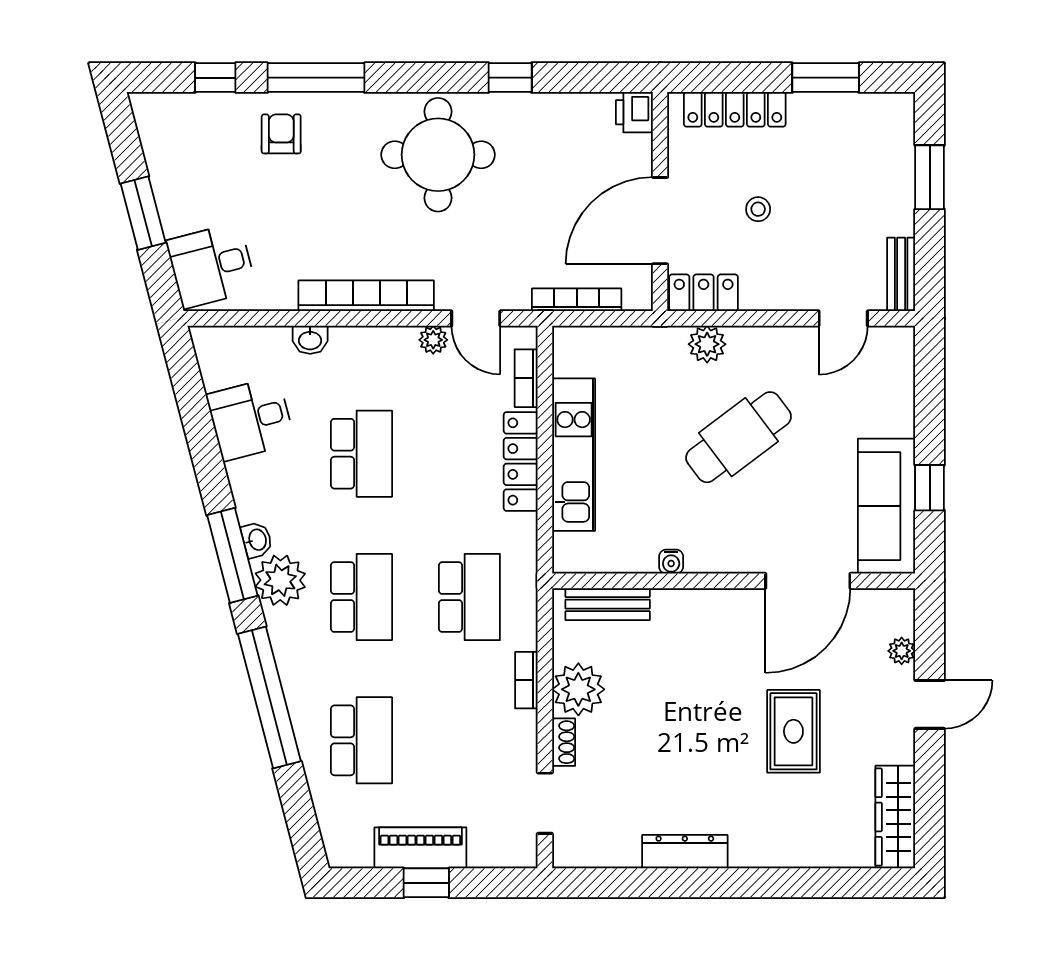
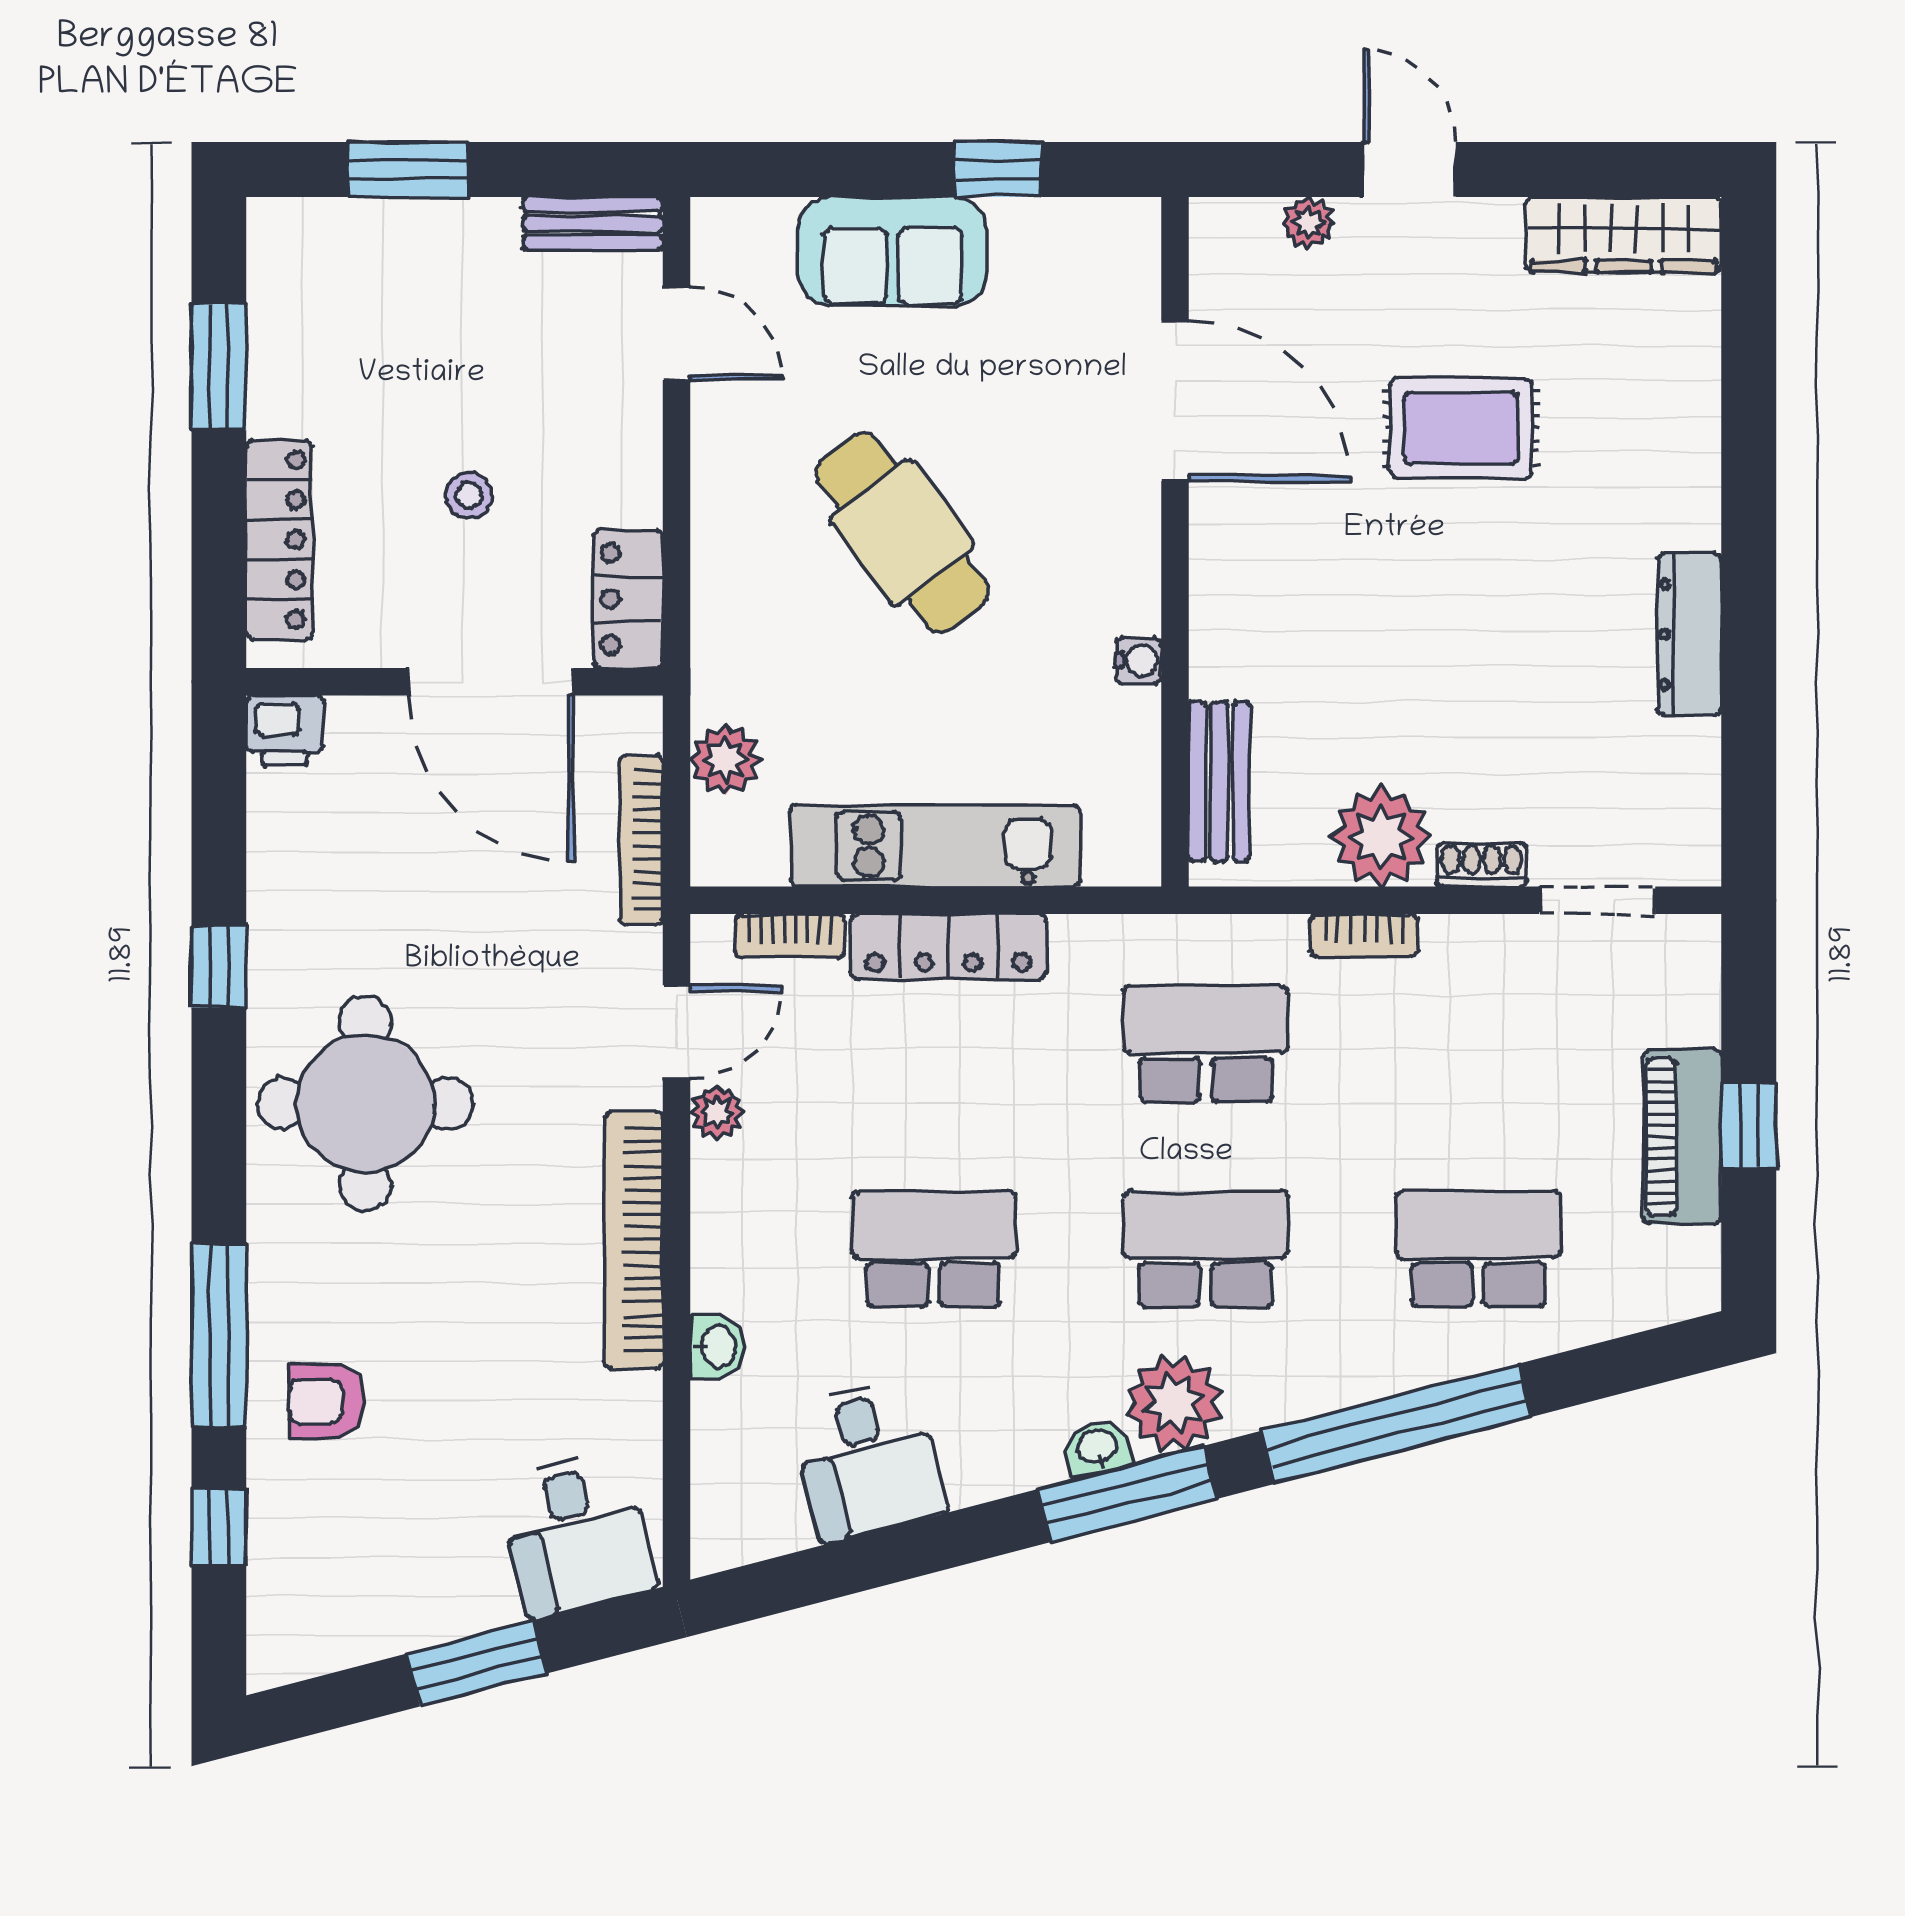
plant: (707, 344) -> (725, 760), moved
sofa: (886, 506) -> (893, 251), moved, width x0.73

